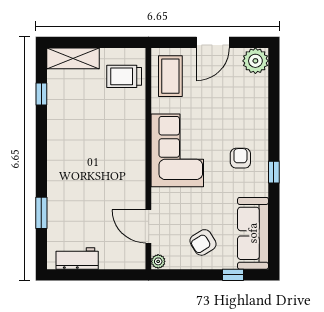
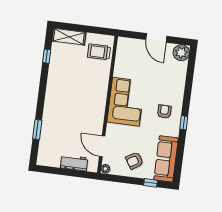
door: (213, 42) -> (156, 38), hinge flipped
coffee table: (170, 76) -> (128, 55), removed
workbench: (77, 258) -> (74, 163), moved

